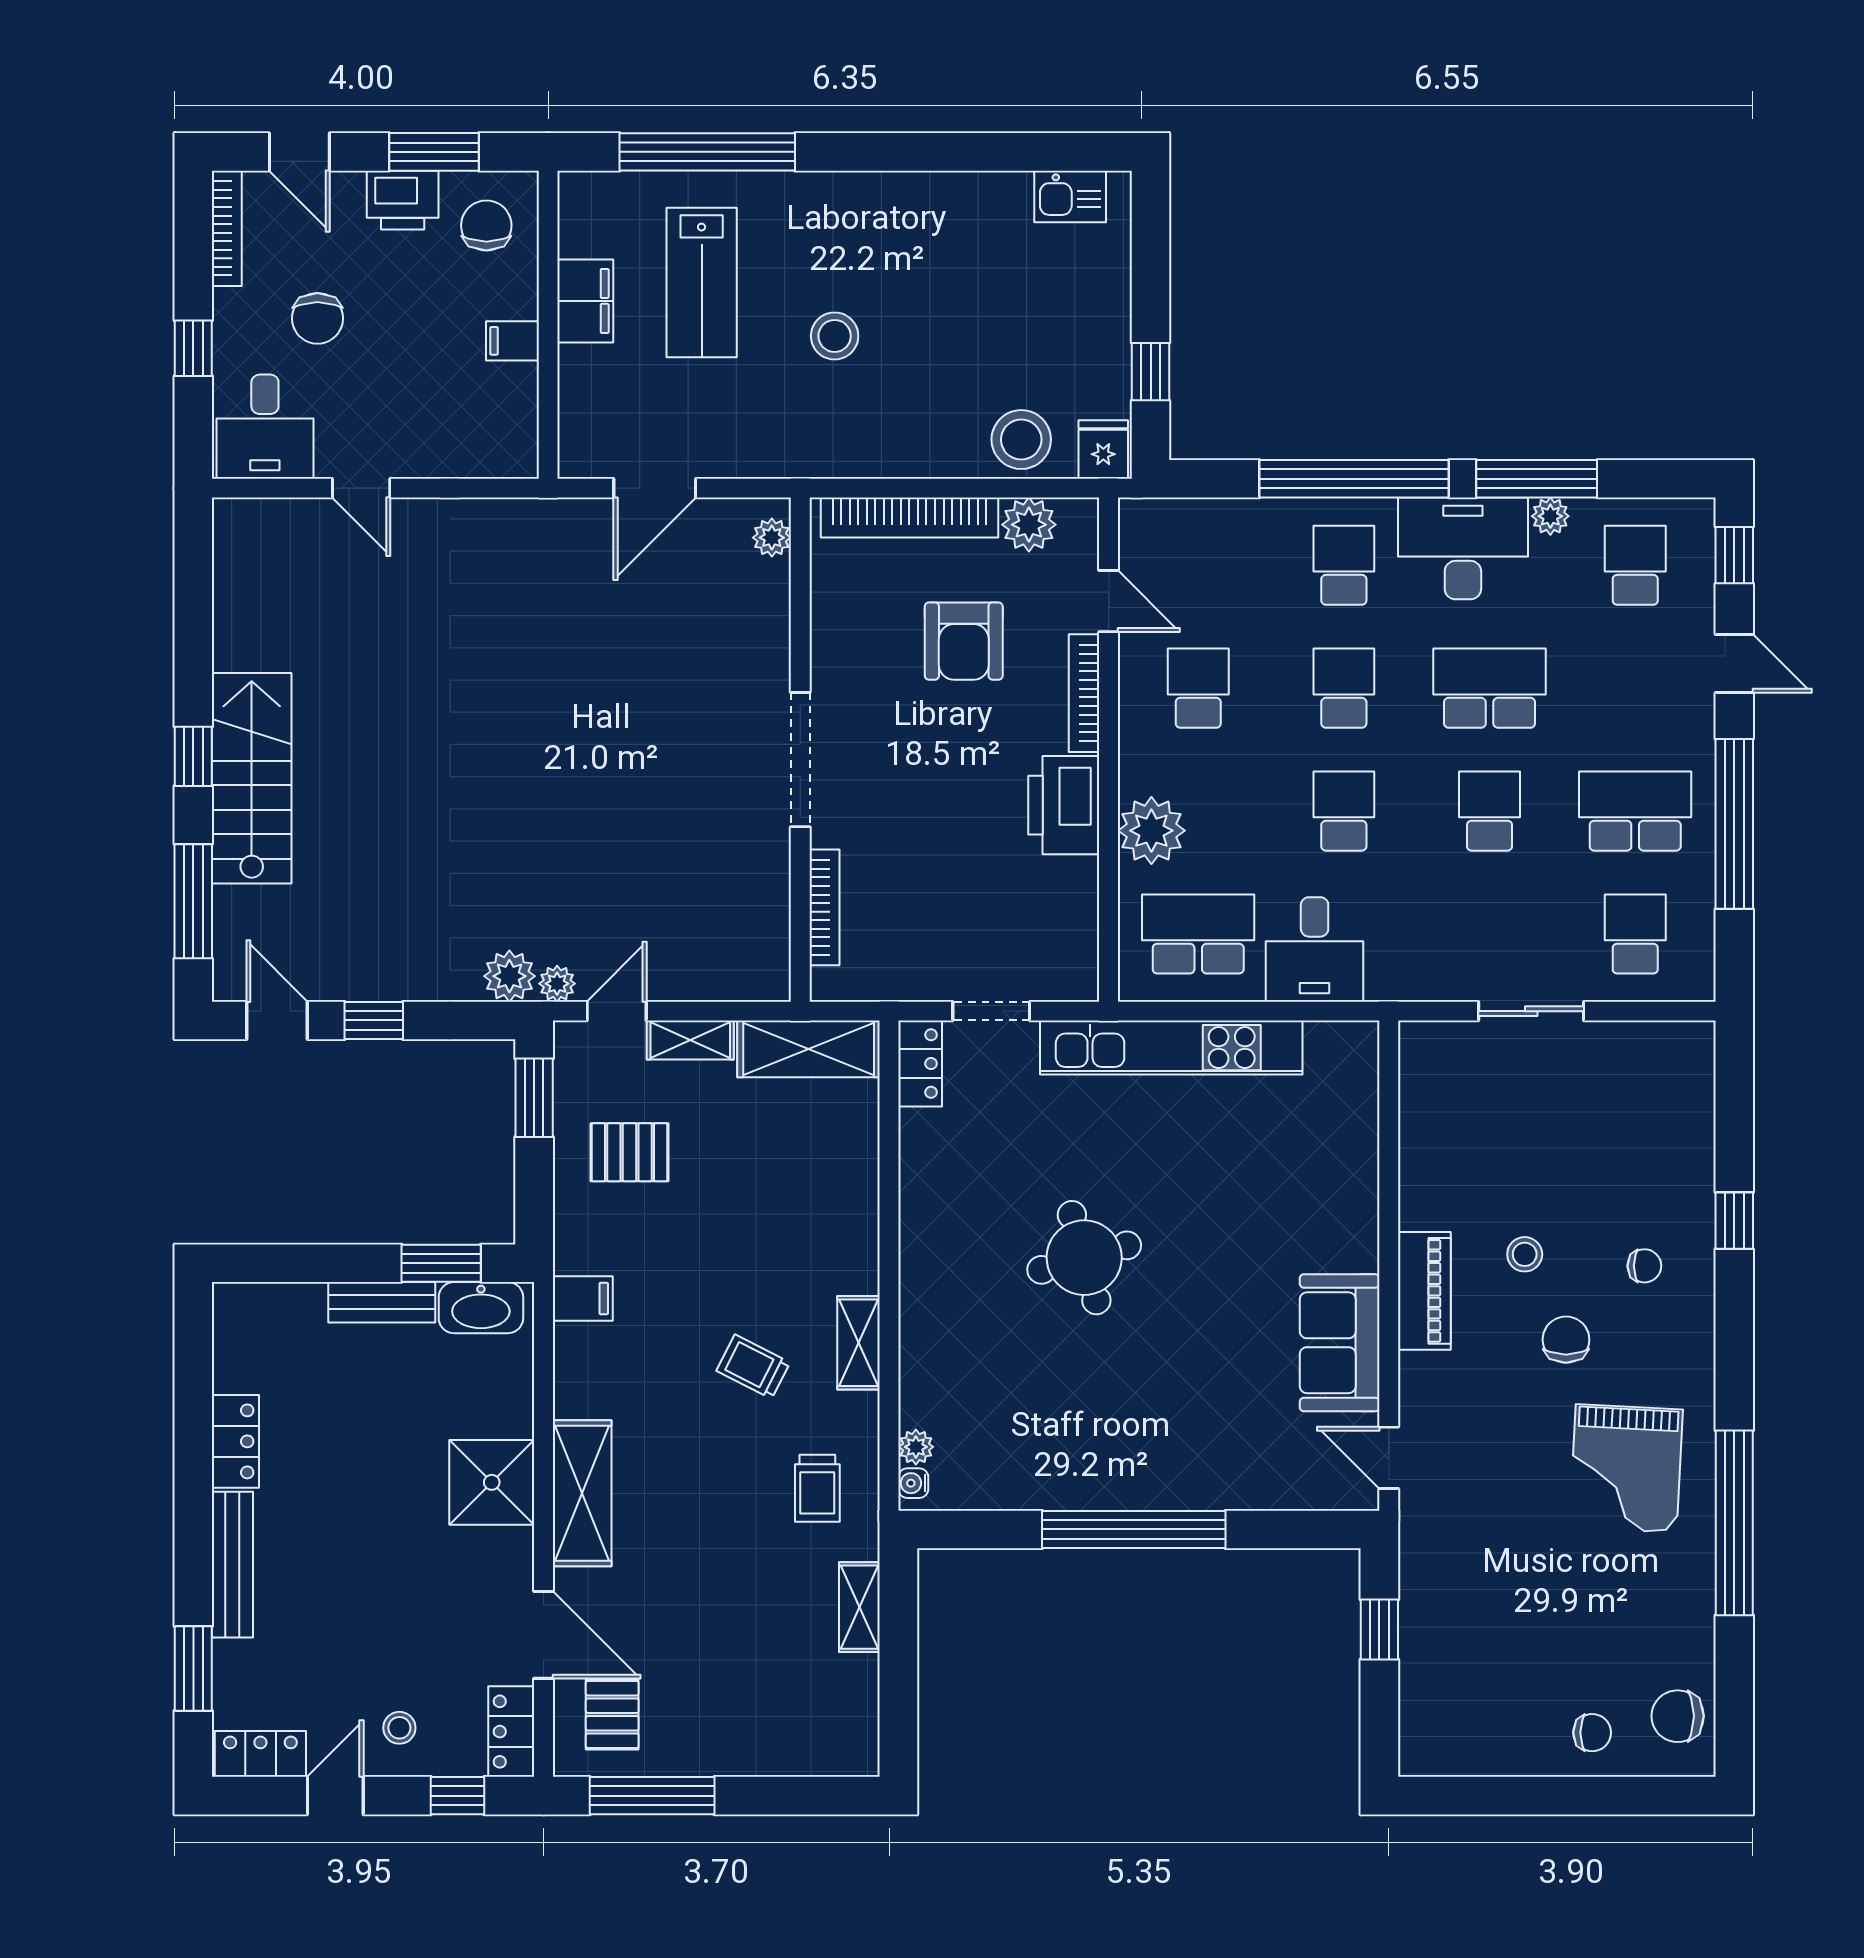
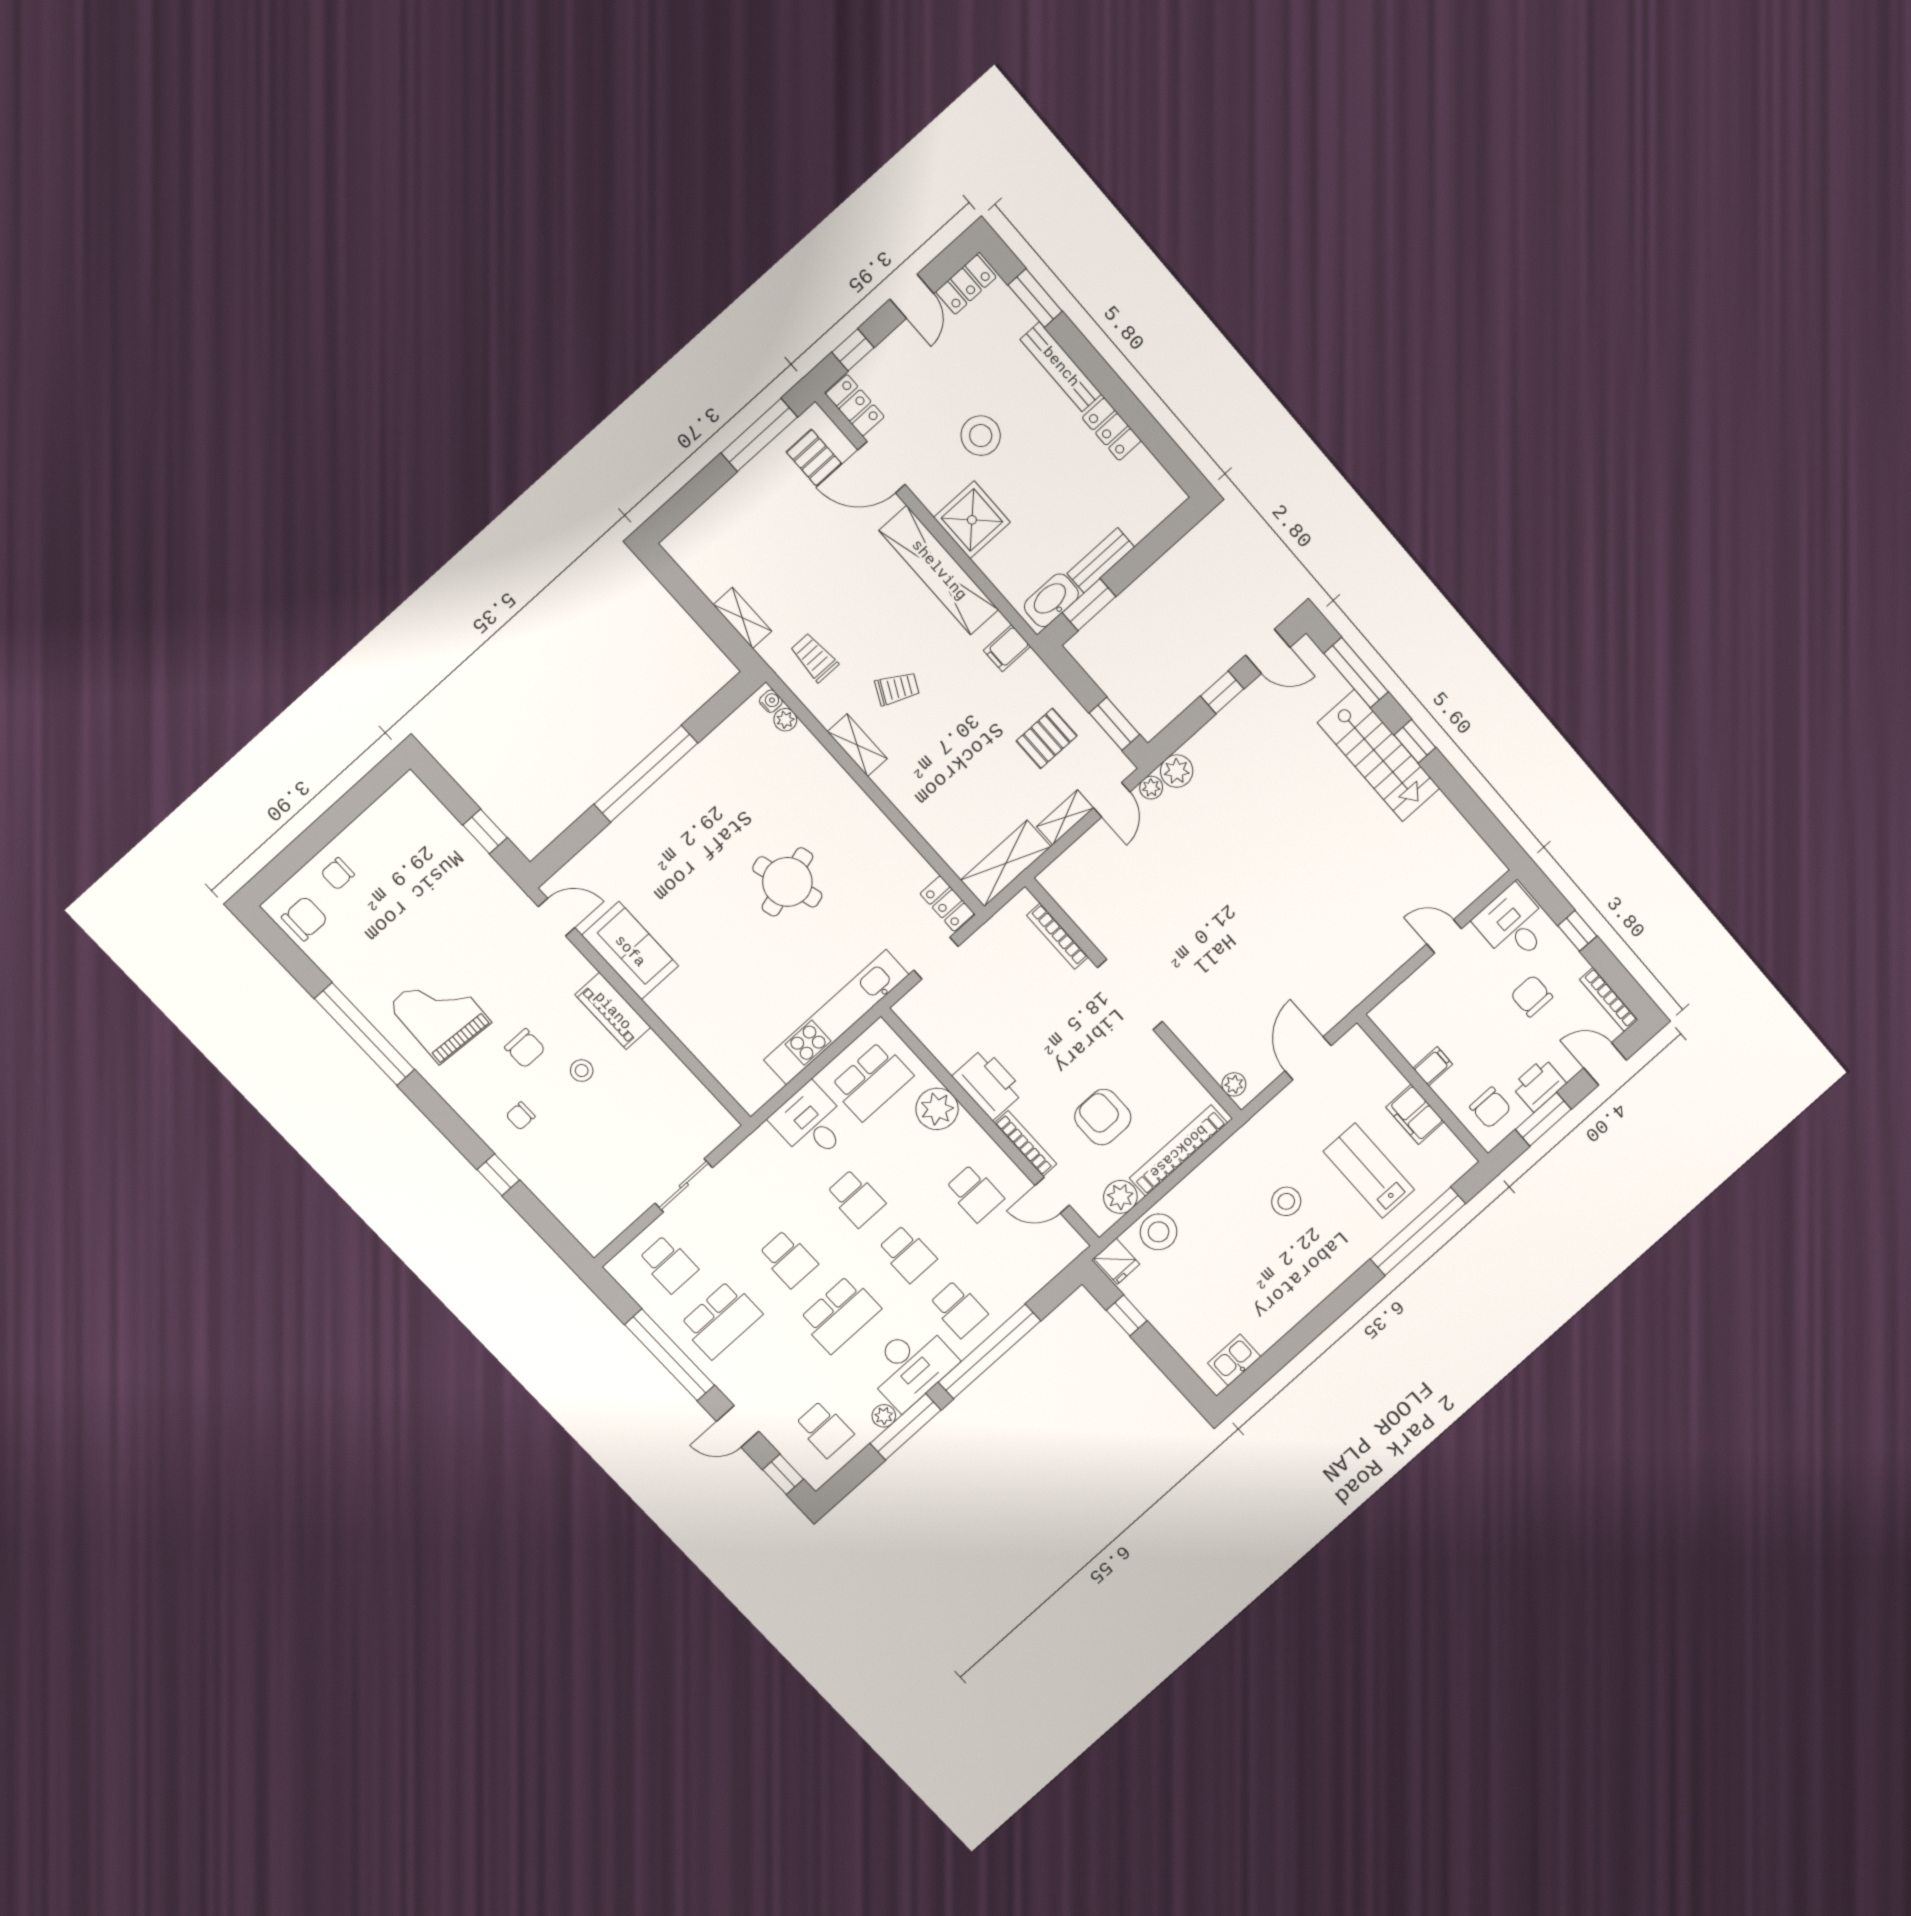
shelving: (582, 1493) -> (939, 570), width x1.47
stool: (399, 1728) -> (981, 436), moved, width x1.89, depth x1.89

